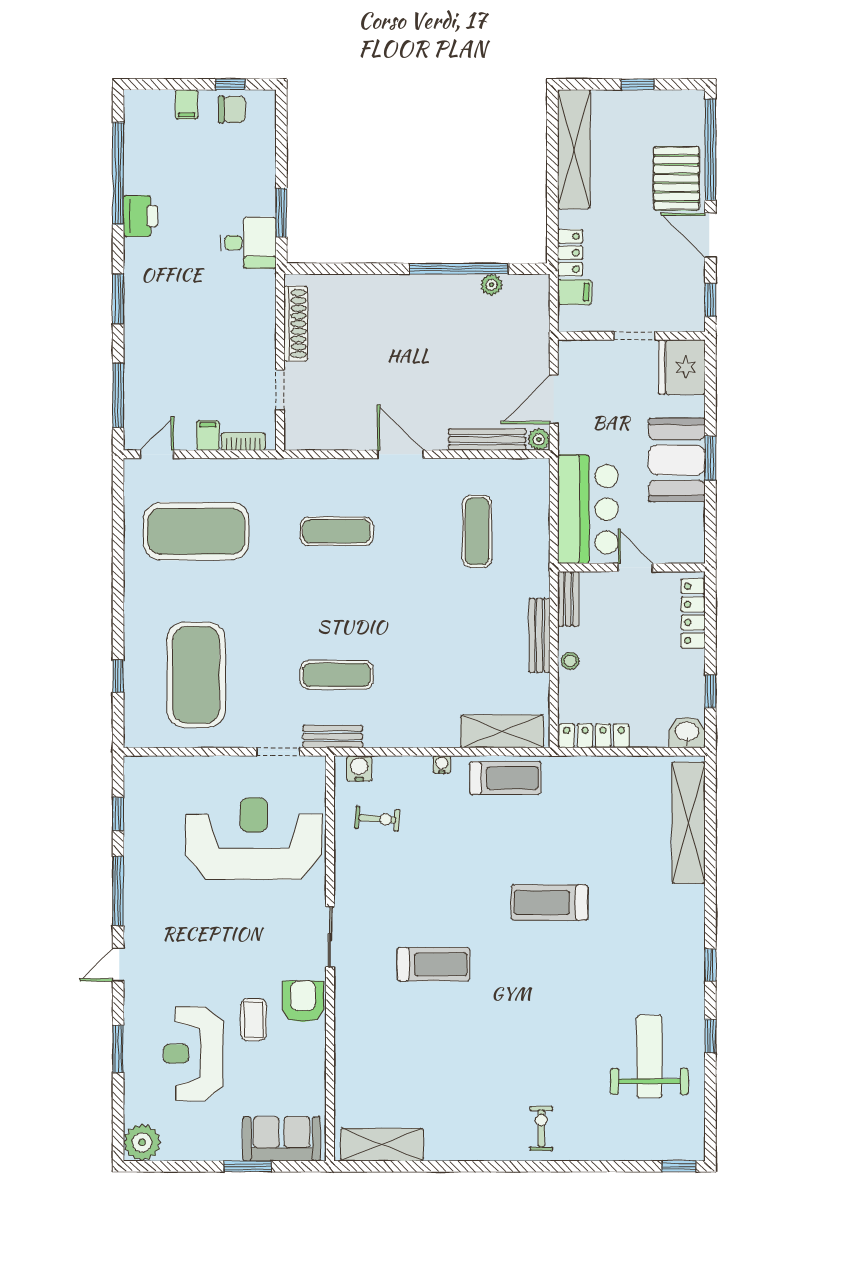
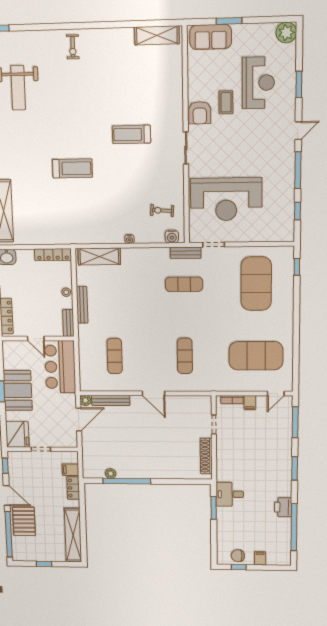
exercise mat: (337, 531) -> (185, 356), turned 90
window: (118, 676) -> (297, 267), moved
treadmill: (505, 778) -> (97, 233), removed

